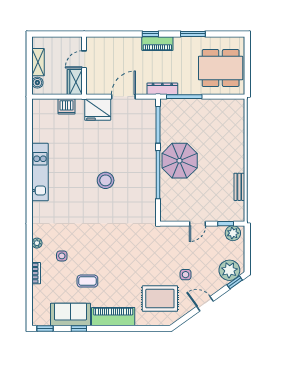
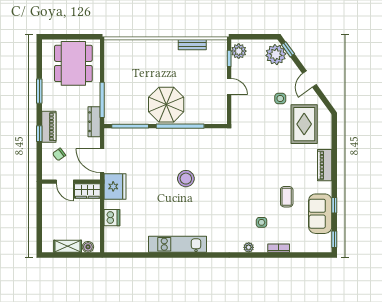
chair: (130, 54) -> (59, 154), added
door: (84, 59) -> (65, 182), moved
wall: (84, 66) -> (71, 182), moved
wardrobe: (75, 82) -> (87, 191), moved
piano: (113, 317) -> (325, 165), width x0.73, depth x0.75

